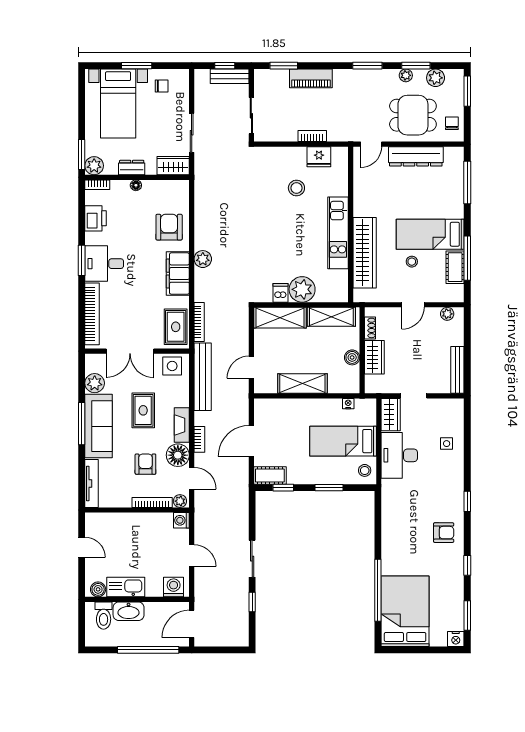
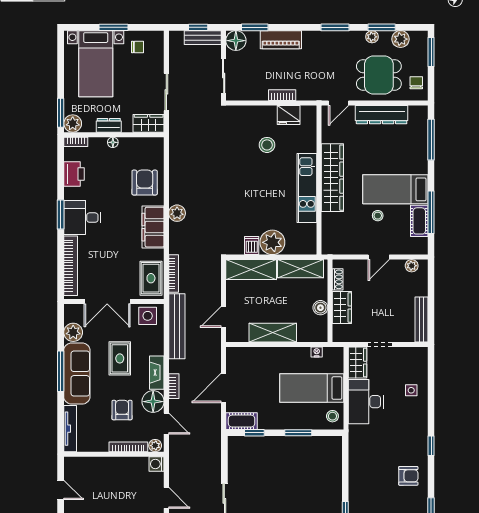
floor lamp: (264, 79) -> (236, 41), added
wardrobe: (365, 253) -> (332, 178), moved

